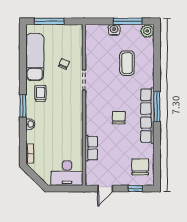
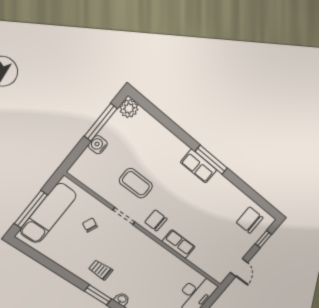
exam couch: (35, 57) -> (48, 213), moved, turned 90
coffee table: (127, 63) -> (136, 183), moved
row of seats: (147, 116) -> (199, 166), width x0.50
chair: (119, 118) -> (156, 220), moved
row of seats: (91, 148) -> (179, 244), moved

